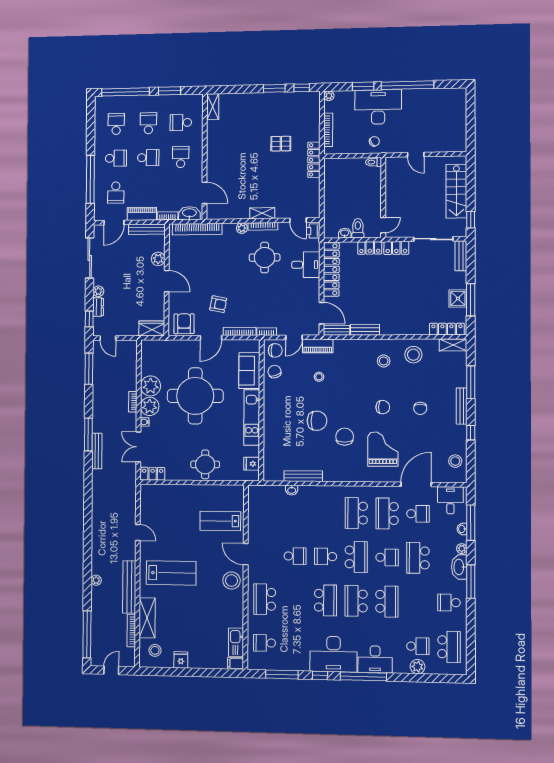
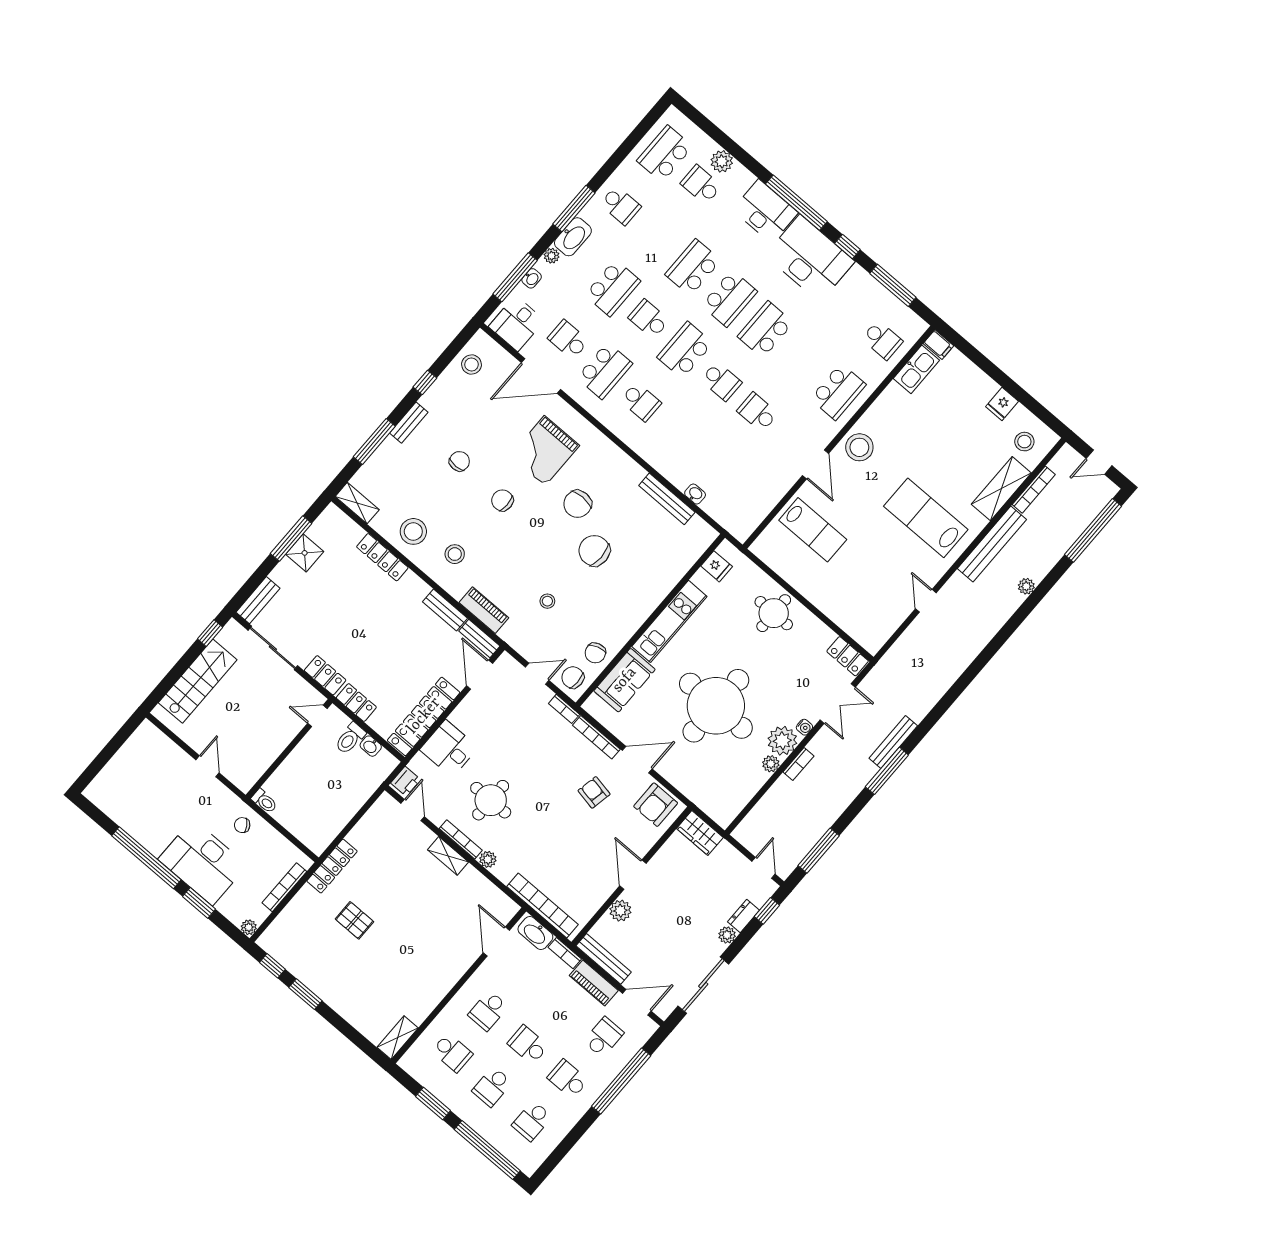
locker: (447, 329) -> (382, 557), moved
piano: (318, 346) -> (484, 610), moved
plant: (151, 386) -> (771, 764), width x0.53, depth x0.53
bench: (462, 406) -> (409, 423), width x0.73
school desk: (356, 513) -> (641, 402), width x0.54

